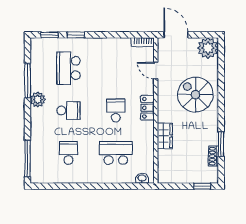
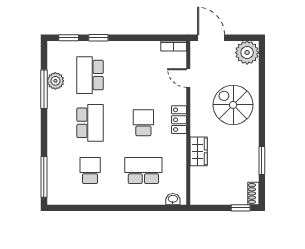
plant: (38, 100) -> (55, 81), moved
school desk: (68, 110) -> (90, 123), width x1.85
shoe rack: (213, 156) -> (253, 193), moved

